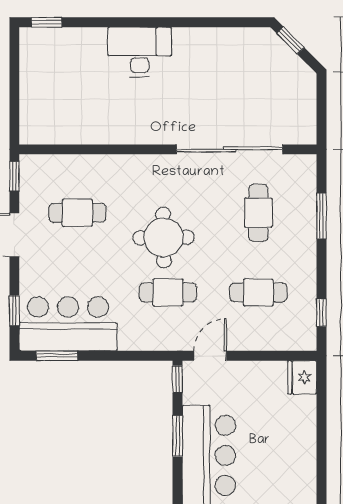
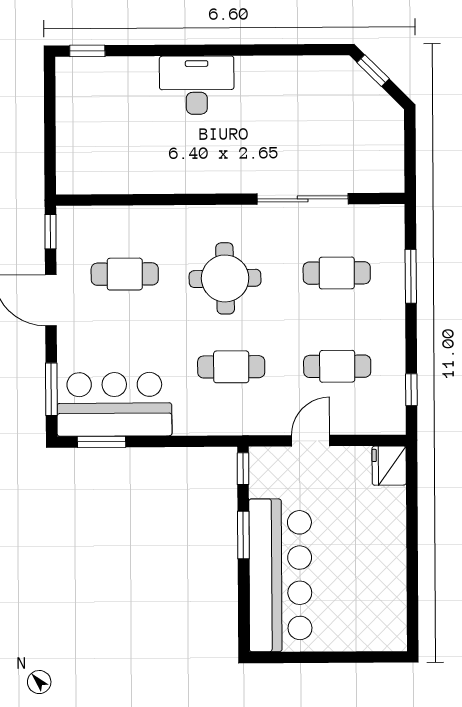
sliding door: (230, 149) -> (303, 199), width x0.73
cafe table: (258, 213) -> (337, 273), turned 90
round table: (164, 237) -> (225, 278), moved
window: (14, 311) -> (51, 389), width x1.50
door: (210, 356) -> (311, 441), moved

